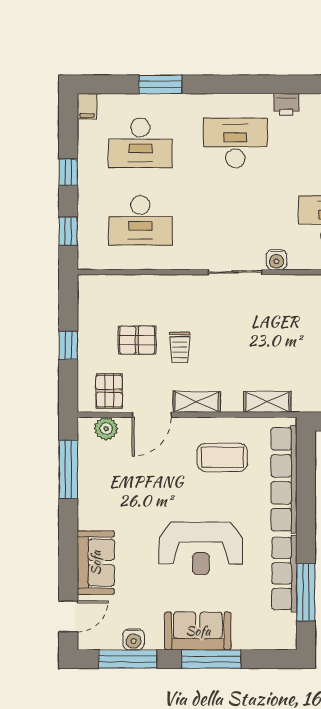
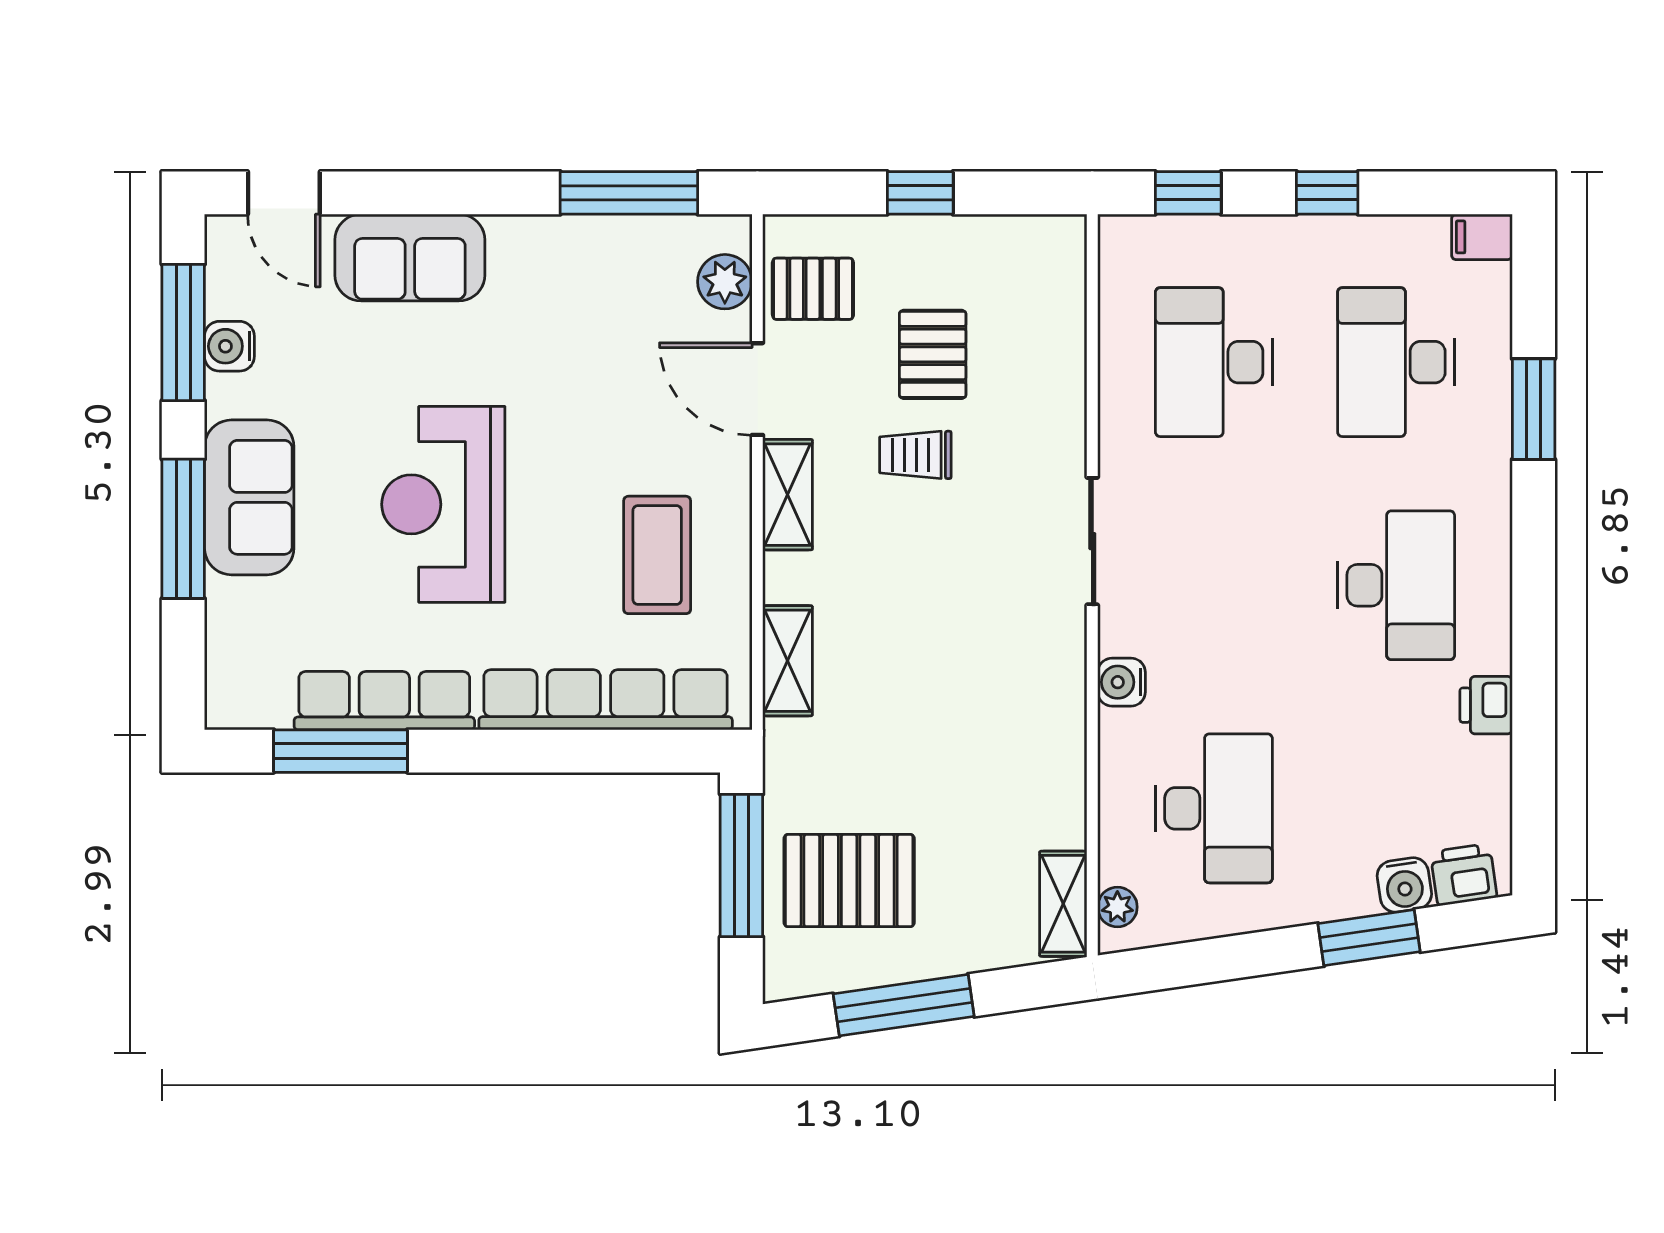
sliding door: (235, 272) -> (1092, 541), moved

